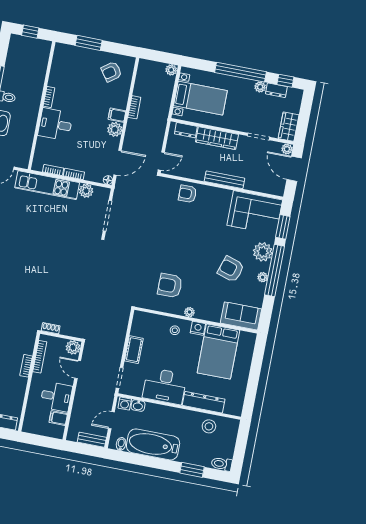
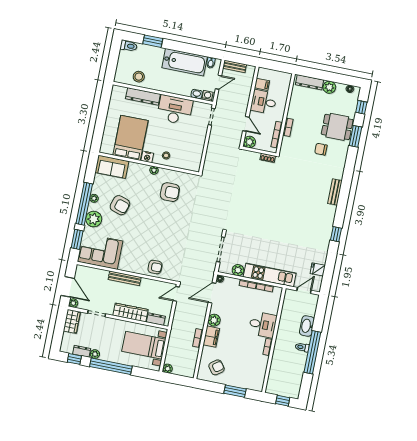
filing cabinet: (117, 115) -> (211, 337), width x2.00
cot: (134, 350) -> (200, 140), removed

